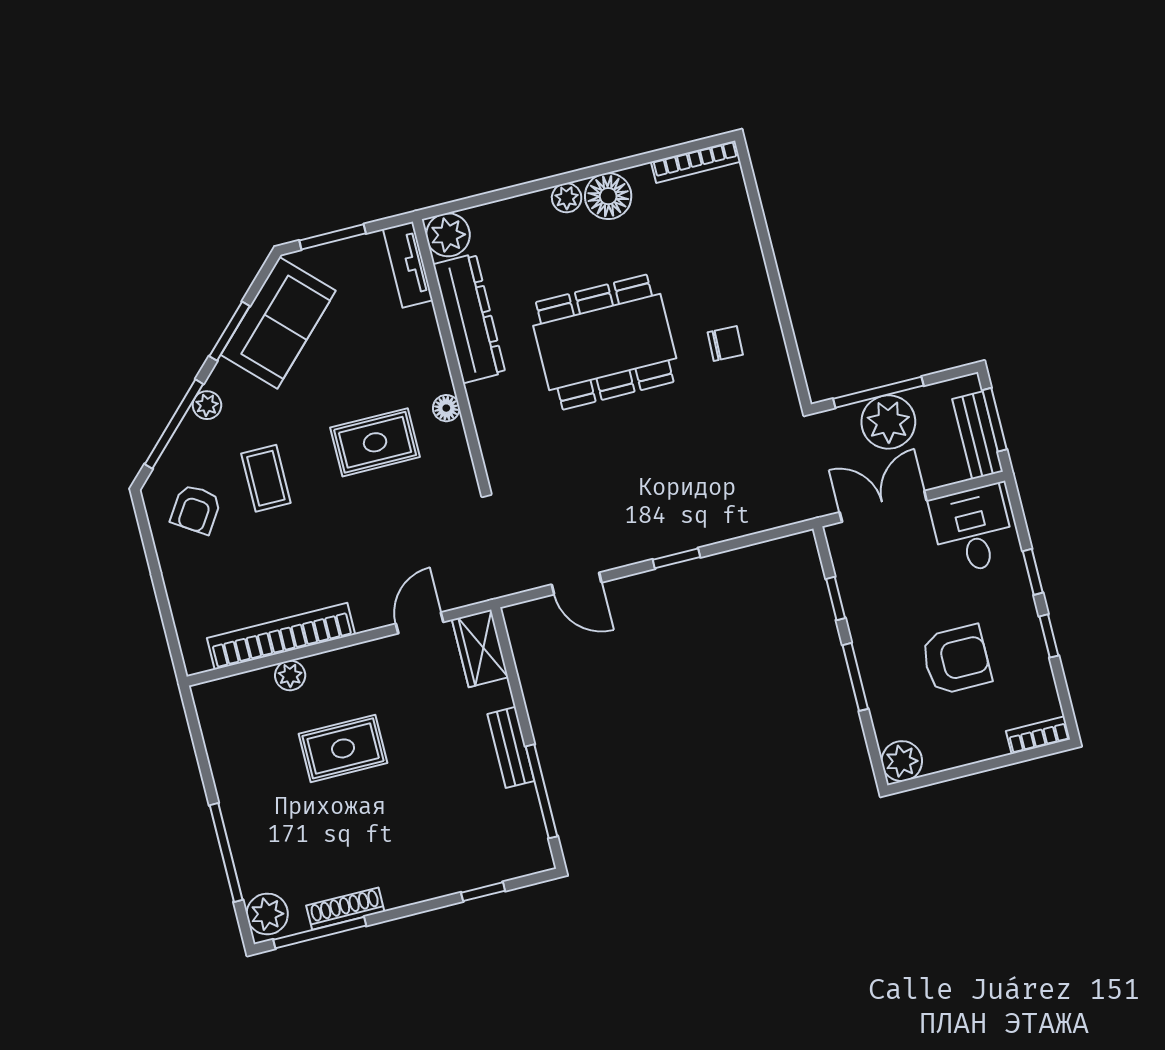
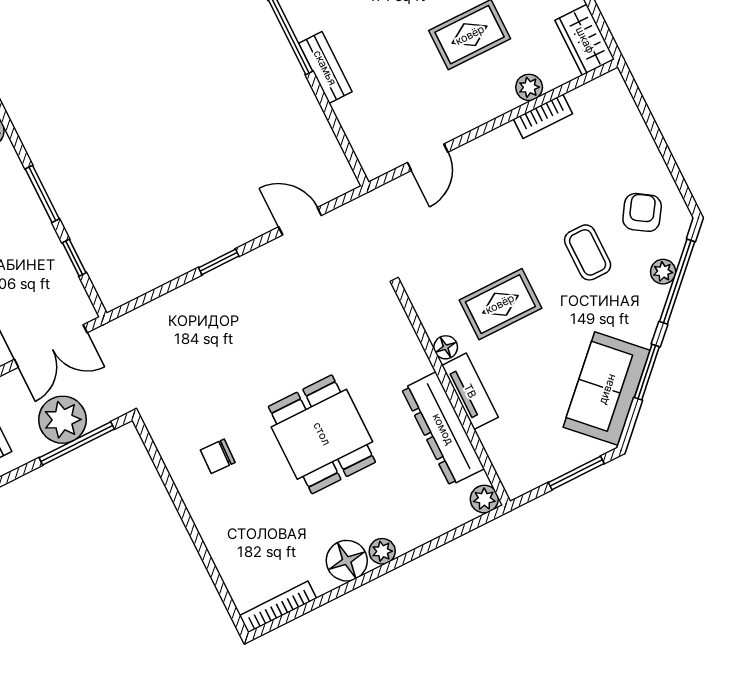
plant: (448, 235) -> (484, 499), width x0.73, depth x0.73
tv unit: (408, 265) -> (470, 391), moved
dining table: (605, 342) -> (322, 434), width x0.73
plant: (207, 405) -> (663, 272), moved
bookcase: (281, 636) -> (543, 116), width x0.43, depth x0.76
wardrobe: (480, 648) -> (585, 40), moved, turned 180

